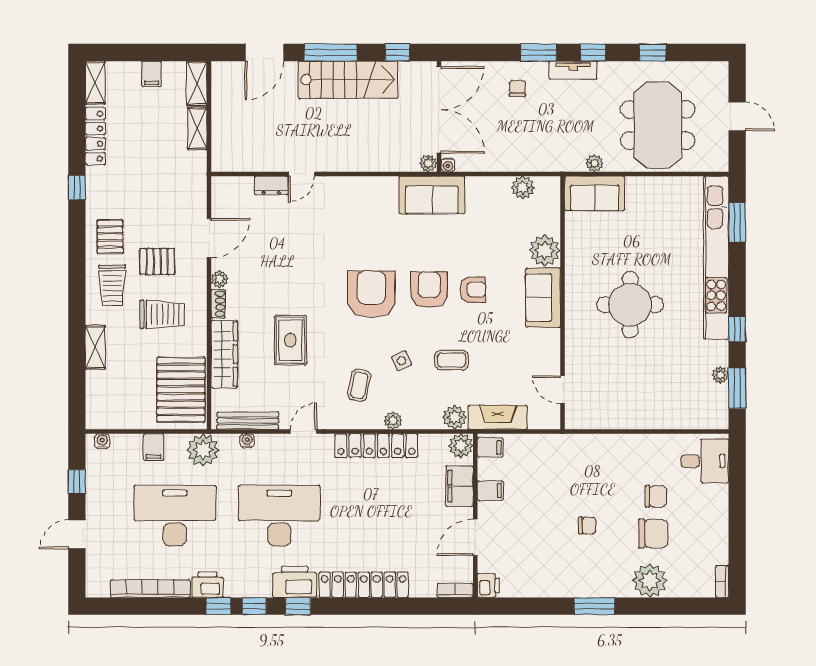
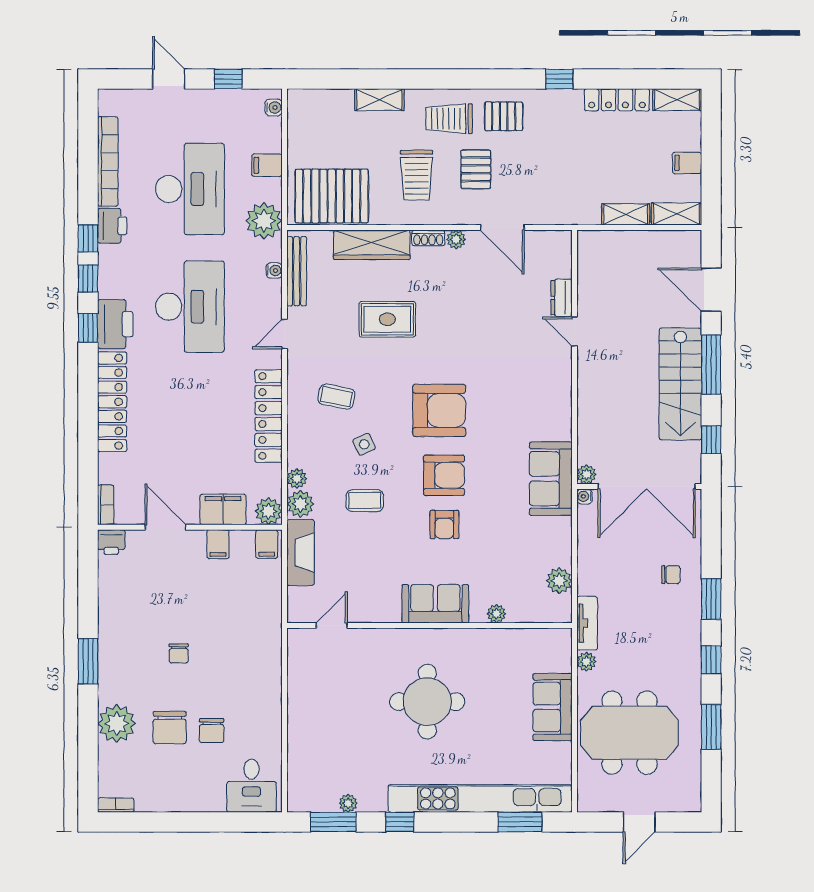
window: (653, 53) -> (711, 727), width x1.50
tv unit: (573, 70) -> (587, 623), moved, turned 180
sofa: (595, 193) -> (553, 707), moved
plant: (545, 251) -> (496, 614), width x0.53, depth x0.53
coffee table: (452, 360) -> (365, 501), turned 90
plant: (393, 421) -> (297, 479), moved
door: (304, 432) -> (285, 334), swing flipped

